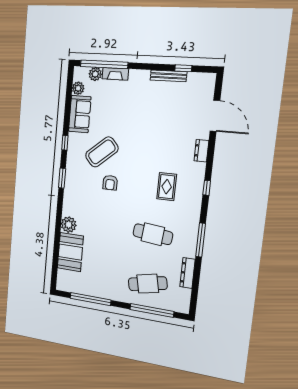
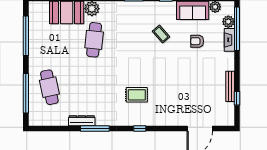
dresser: (201, 151) -> (170, 121), removed
coffee table: (102, 152) -> (161, 34), width x0.54, depth x0.58
armchair: (110, 183) -> (197, 41), moved
cafe table: (153, 234) -> (94, 40), moved
dresser: (188, 273) -> (82, 121), moved

